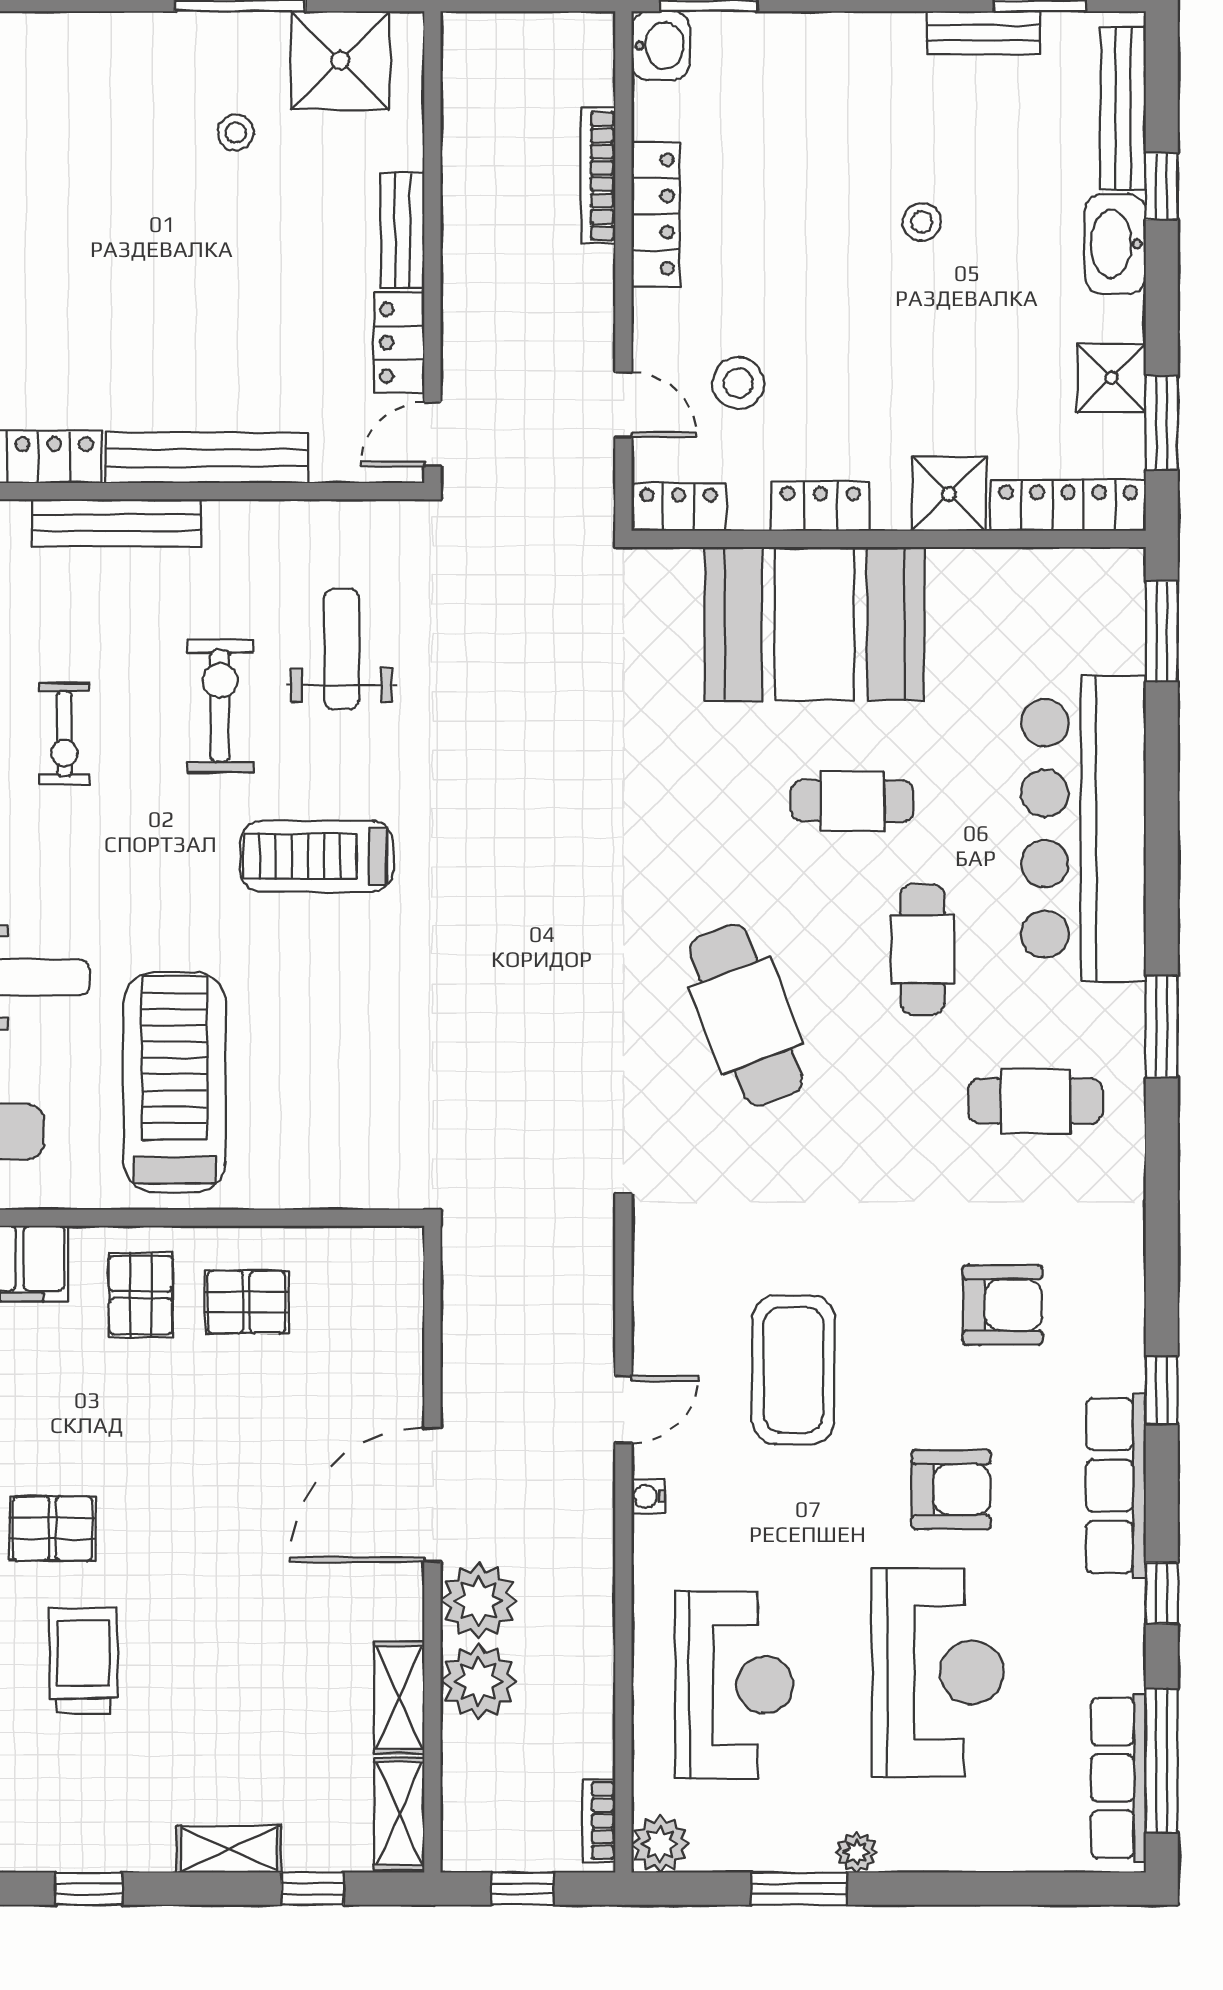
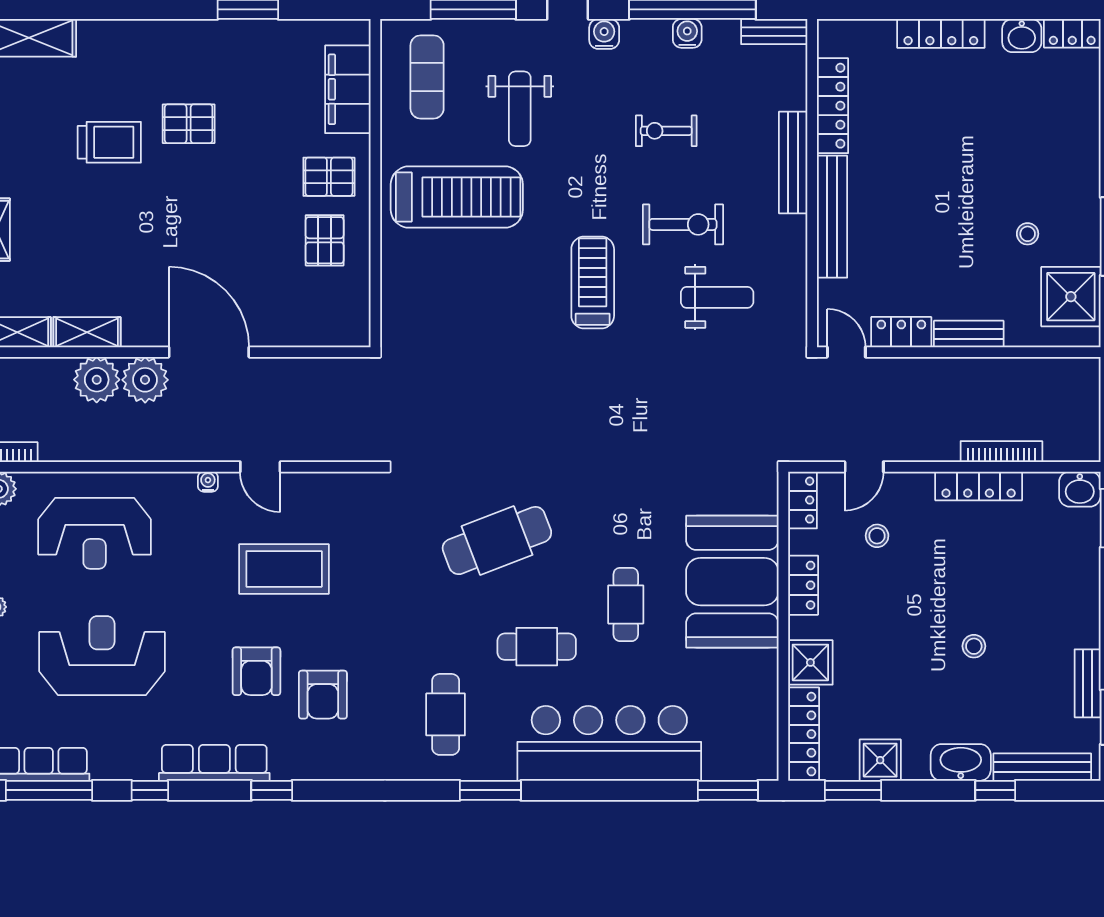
stool: (738, 383) -> (877, 536), width x0.73, depth x0.73
armchair: (951, 1489) -> (256, 671), moved
pallet: (53, 1528) -> (189, 124), turned 90
reception desk: (938, 1673) -> (102, 656), turned 180

